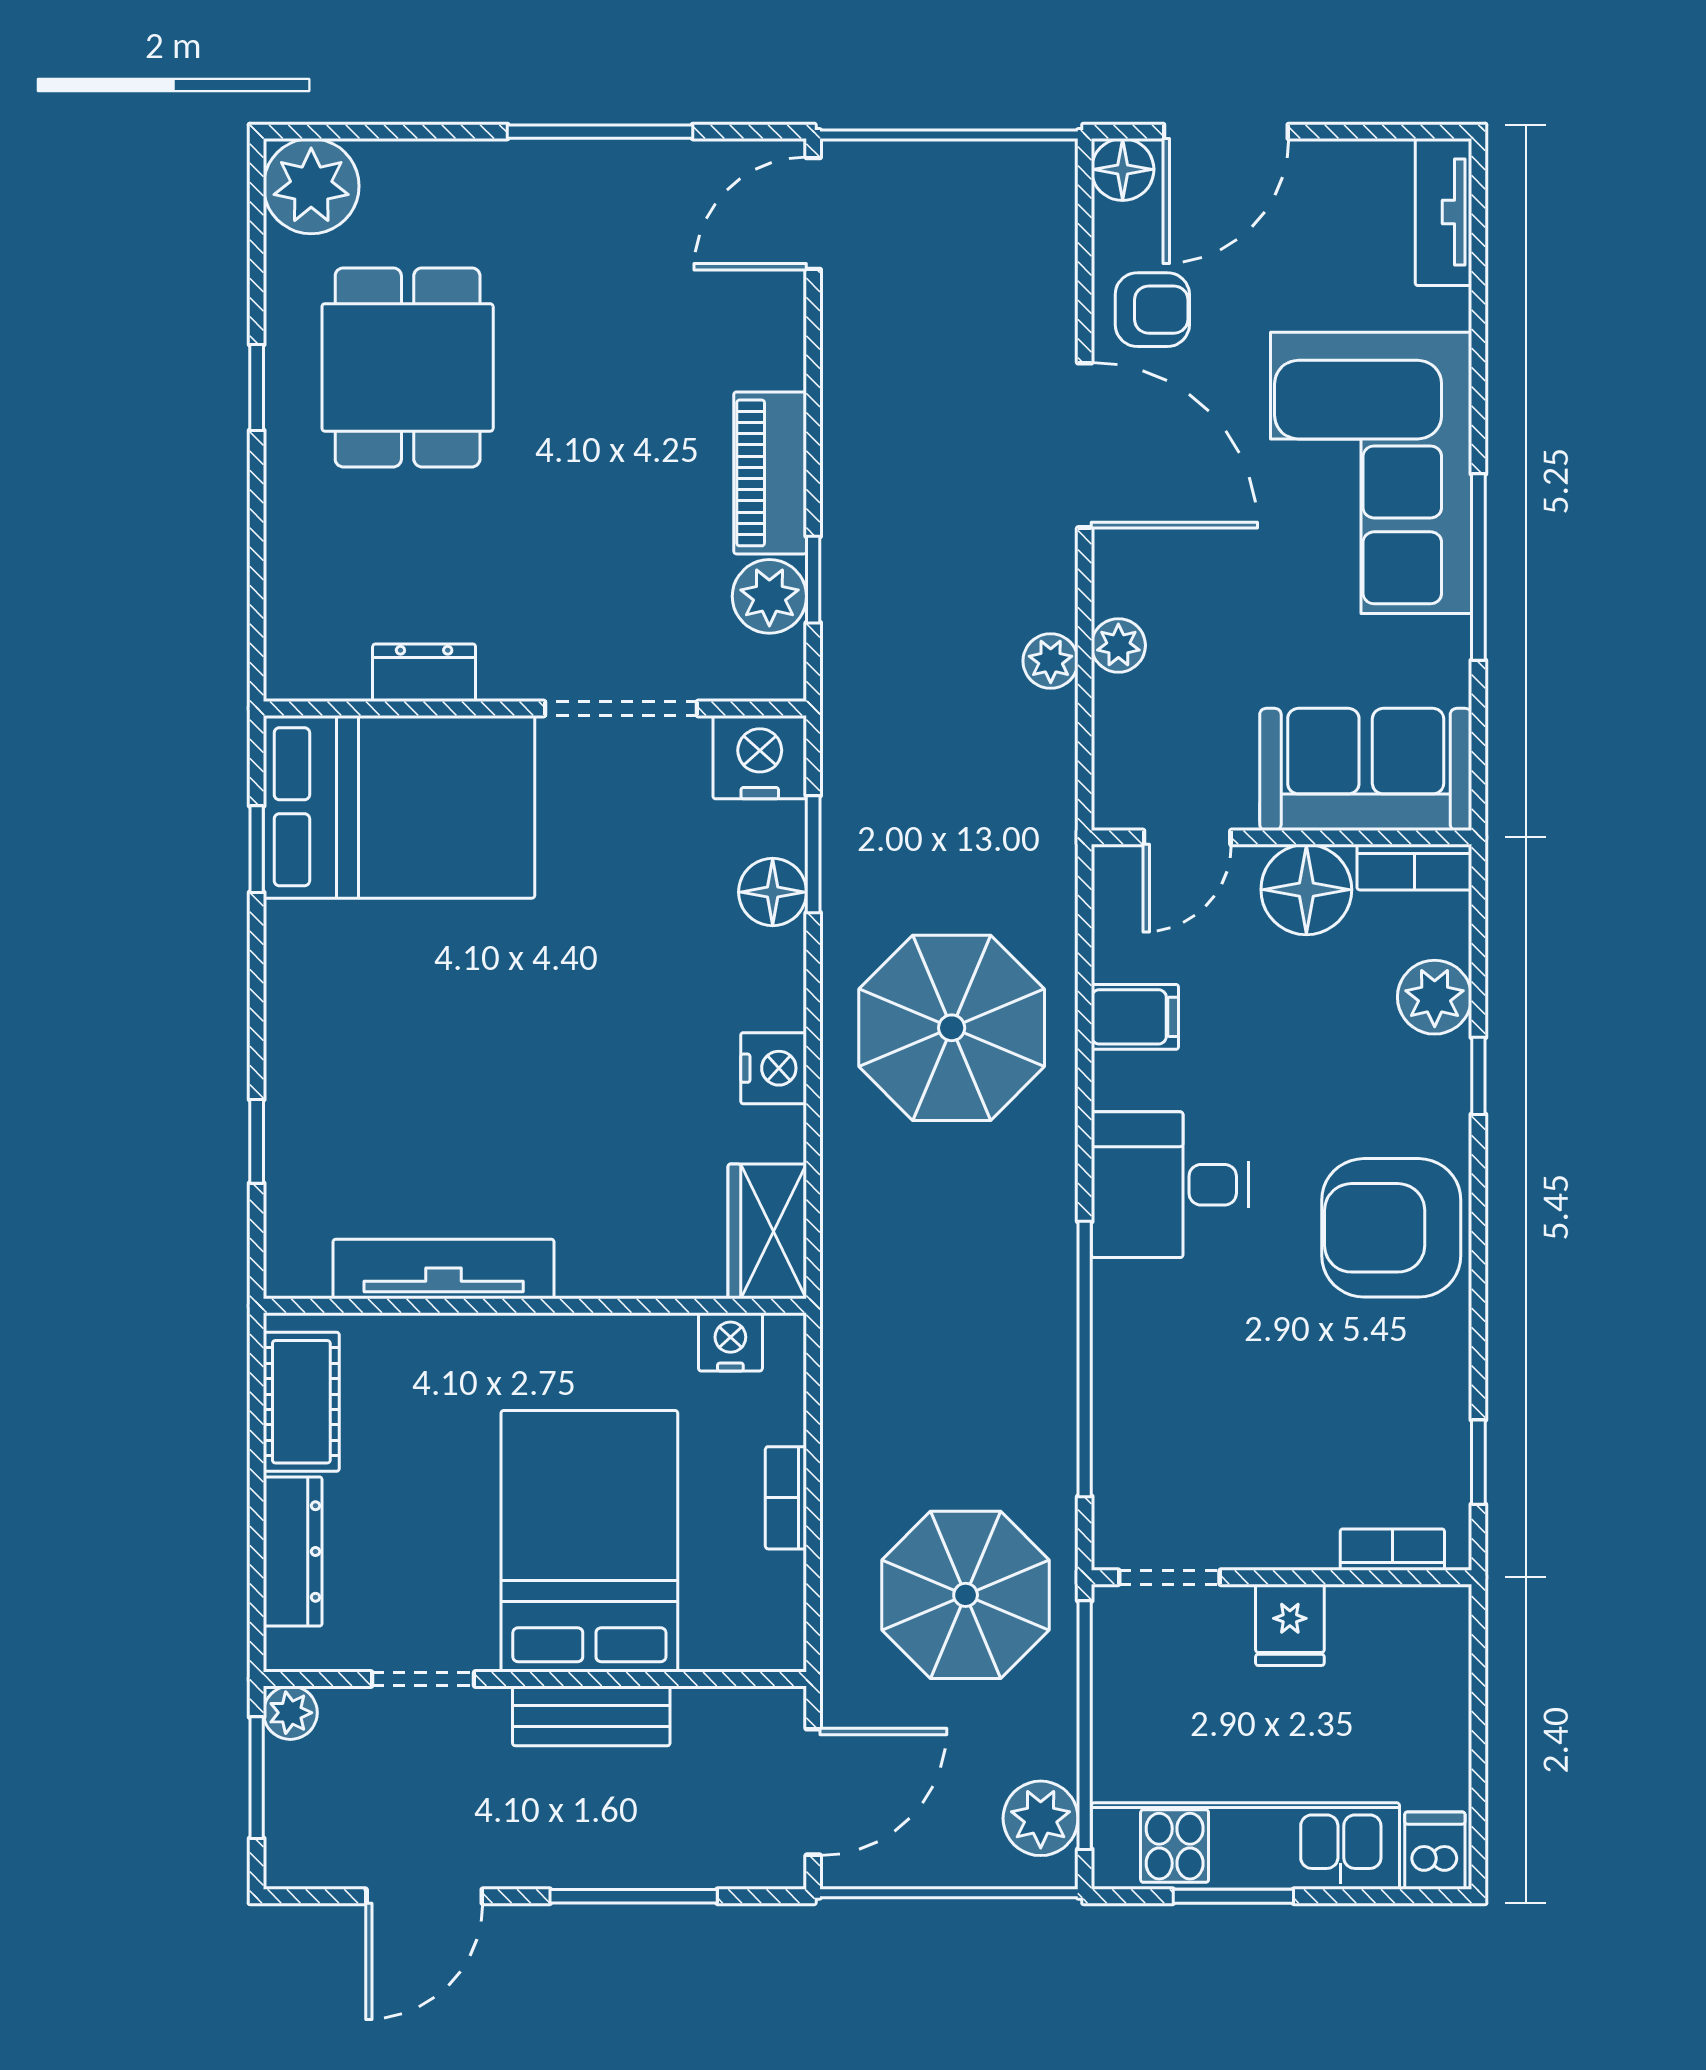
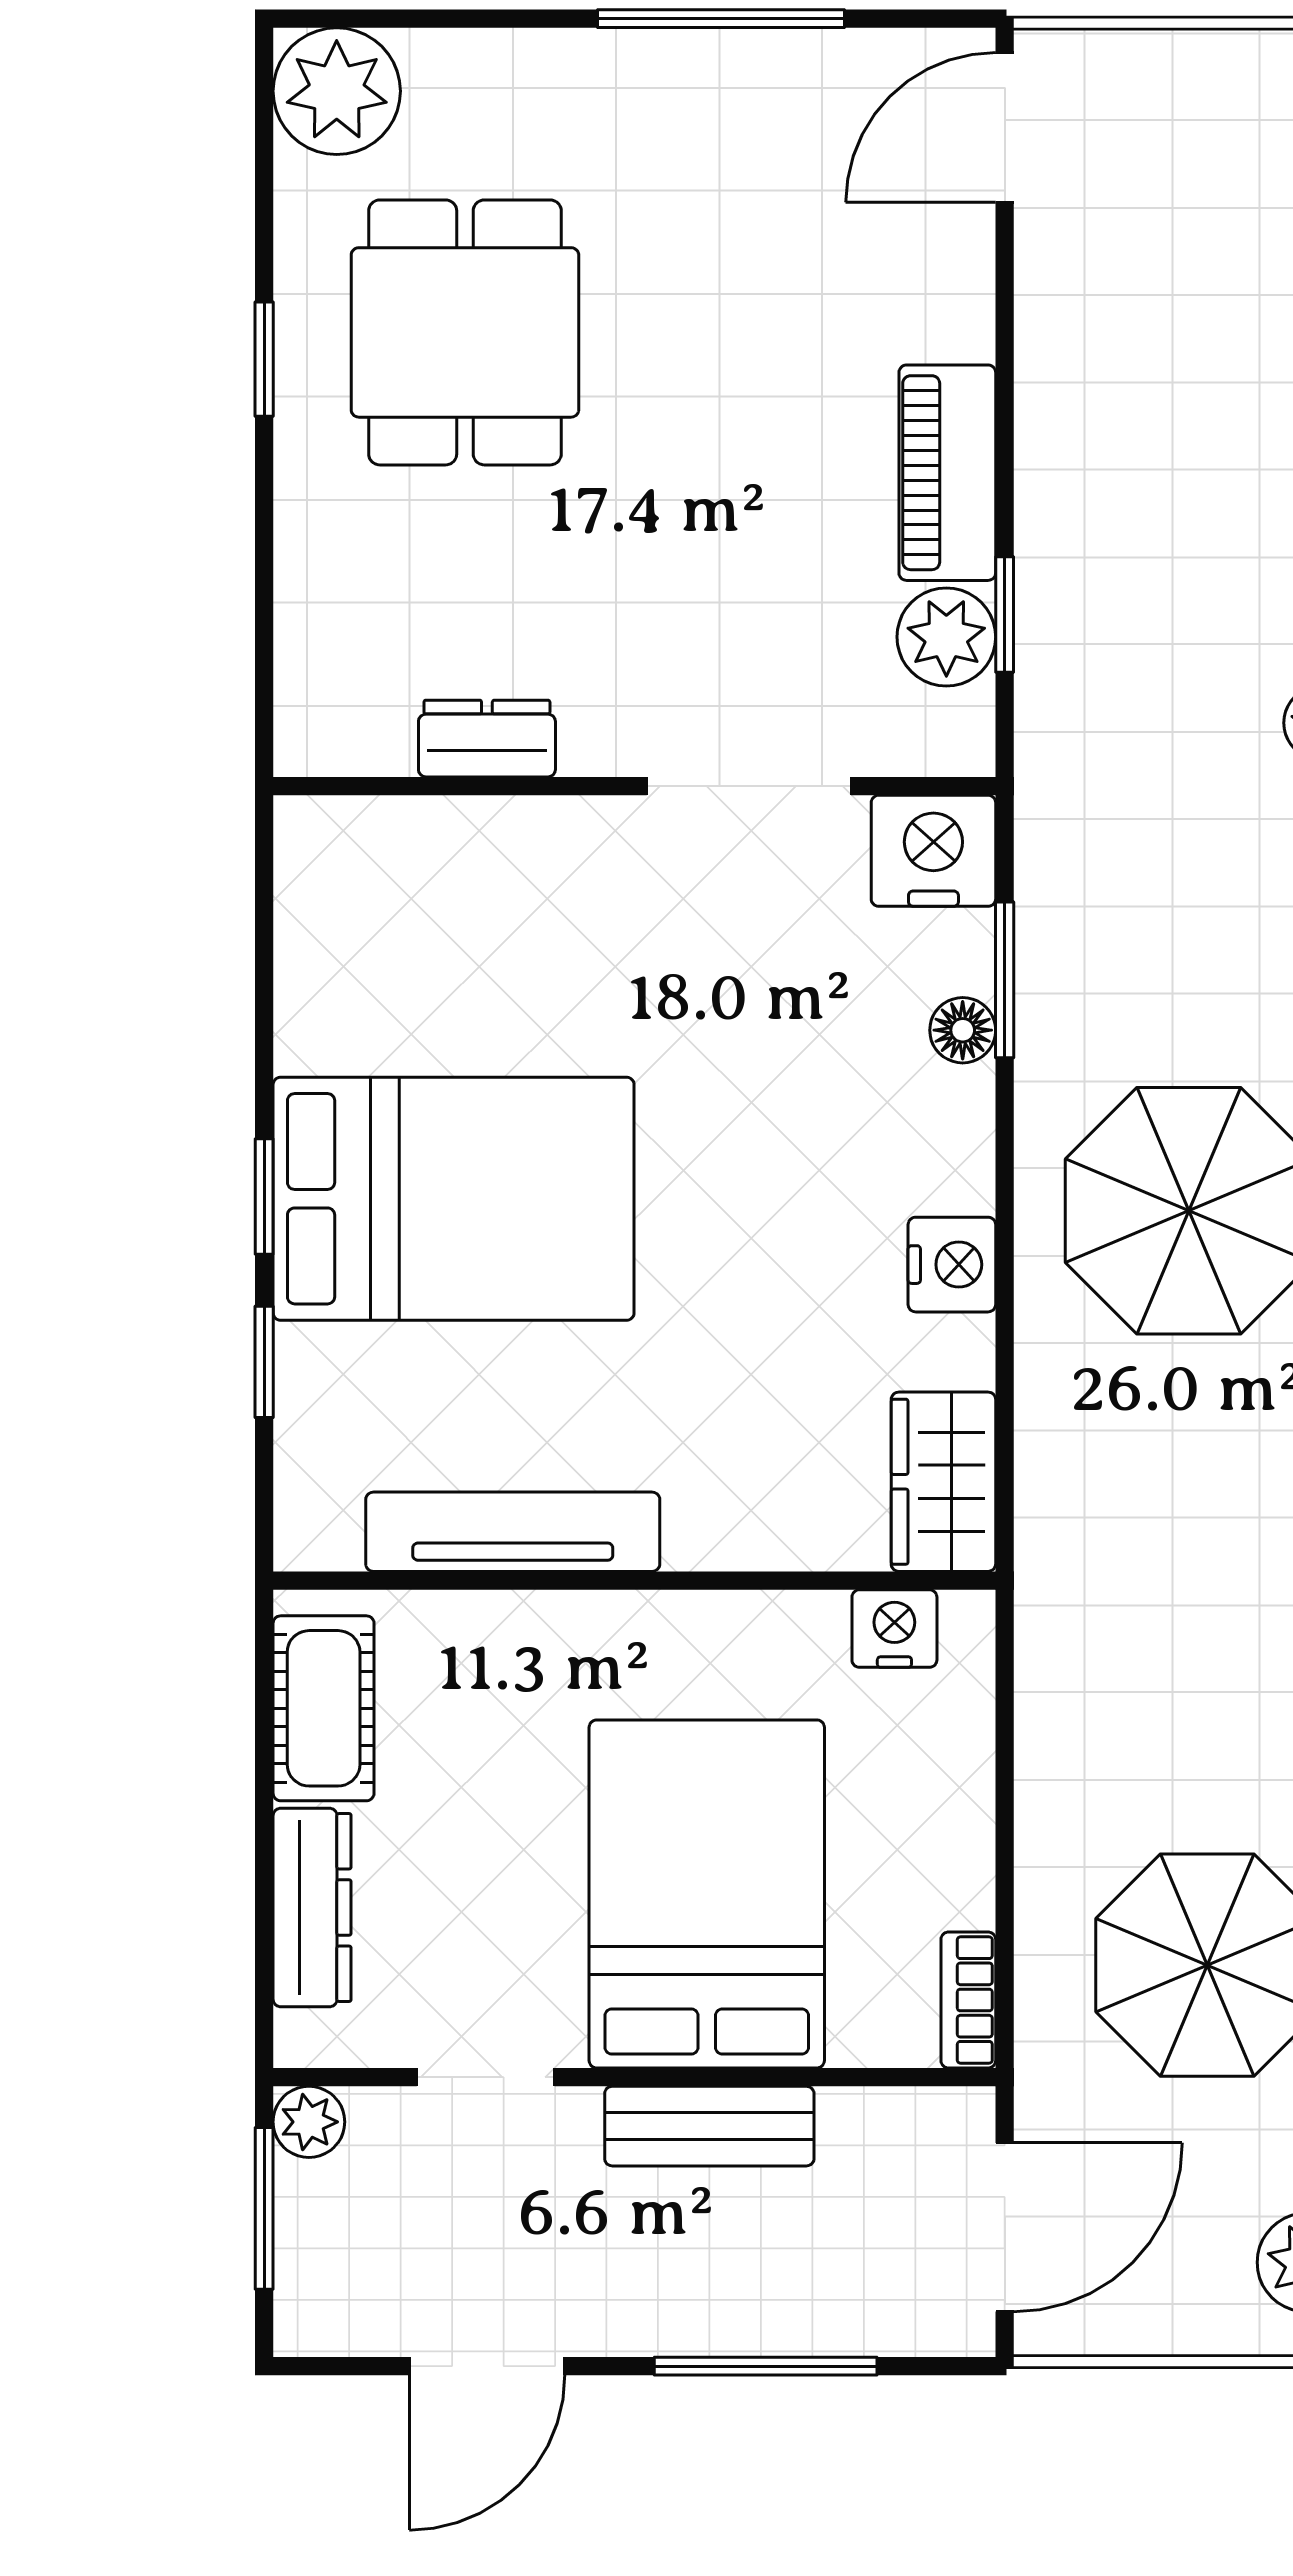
bed: (399, 807) -> (454, 1199), moved
window: (257, 849) -> (264, 1196), moved
floor lamp: (773, 892) -> (963, 1030), width x0.73, depth x0.73
bookcase: (786, 1498) -> (968, 2000), moved

